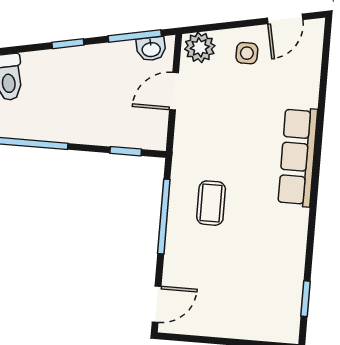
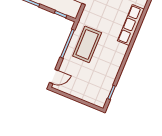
row of seats: (298, 157) -> (131, 25), moved
coffee table: (211, 203) -> (87, 44), width x1.86, depth x1.72

